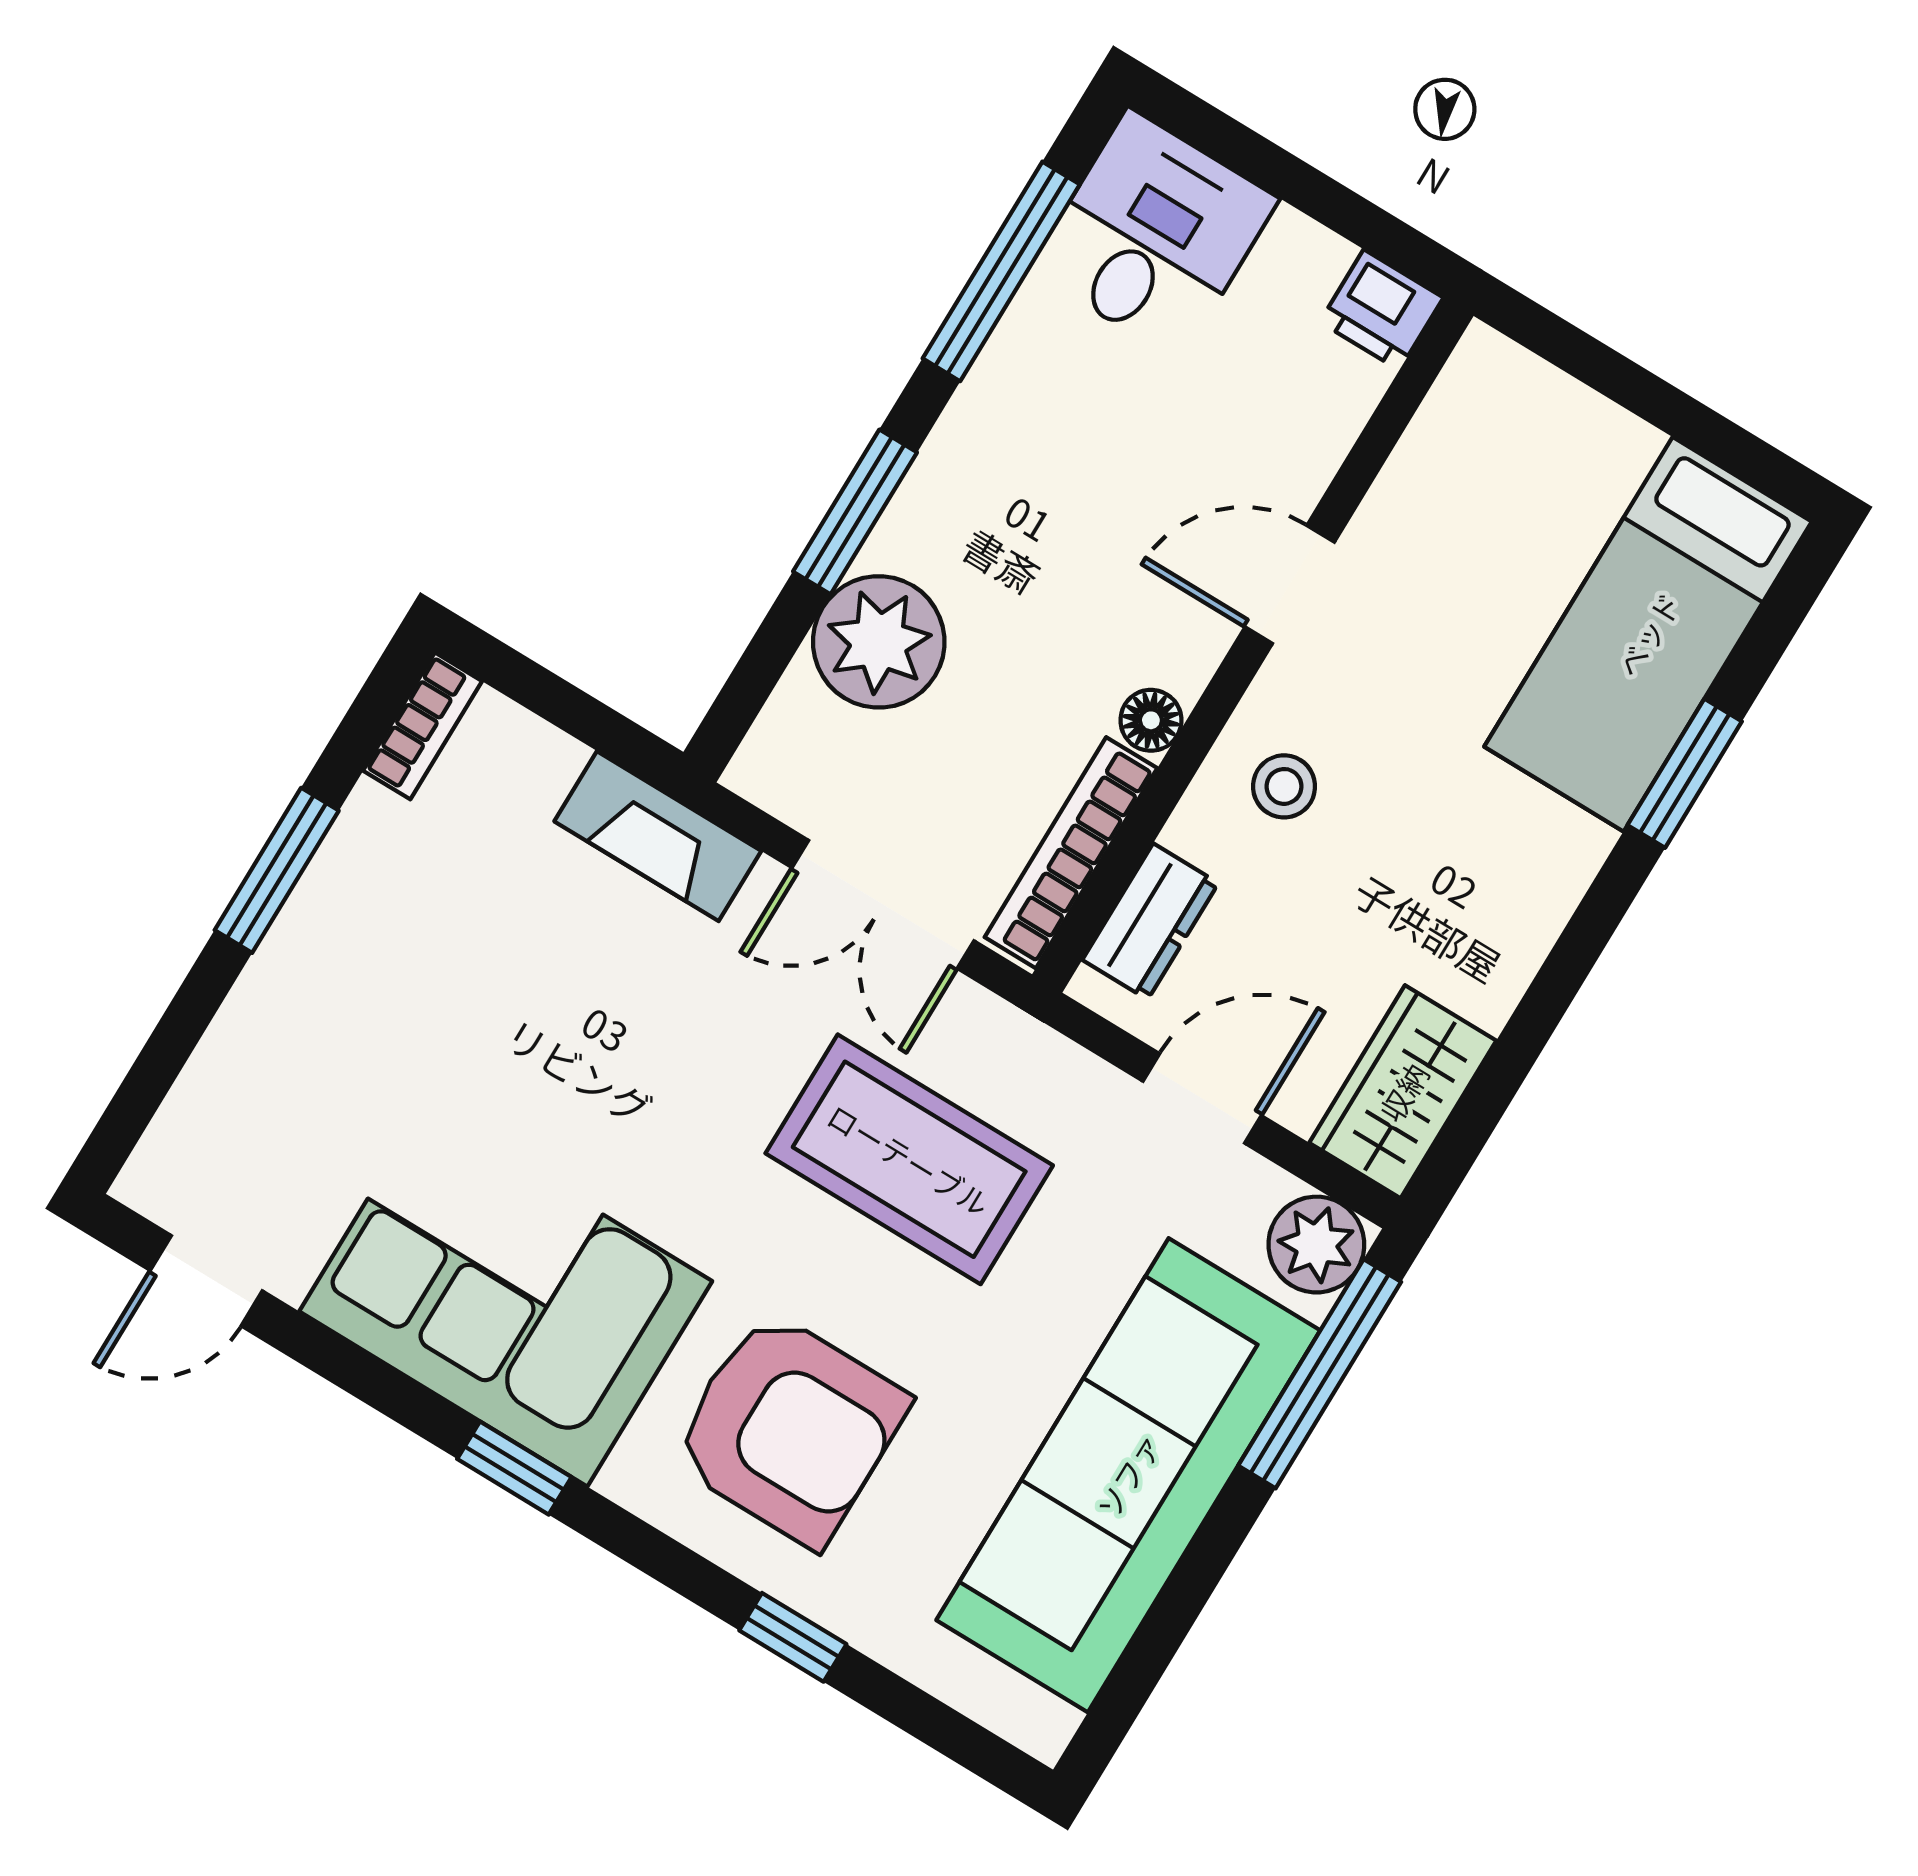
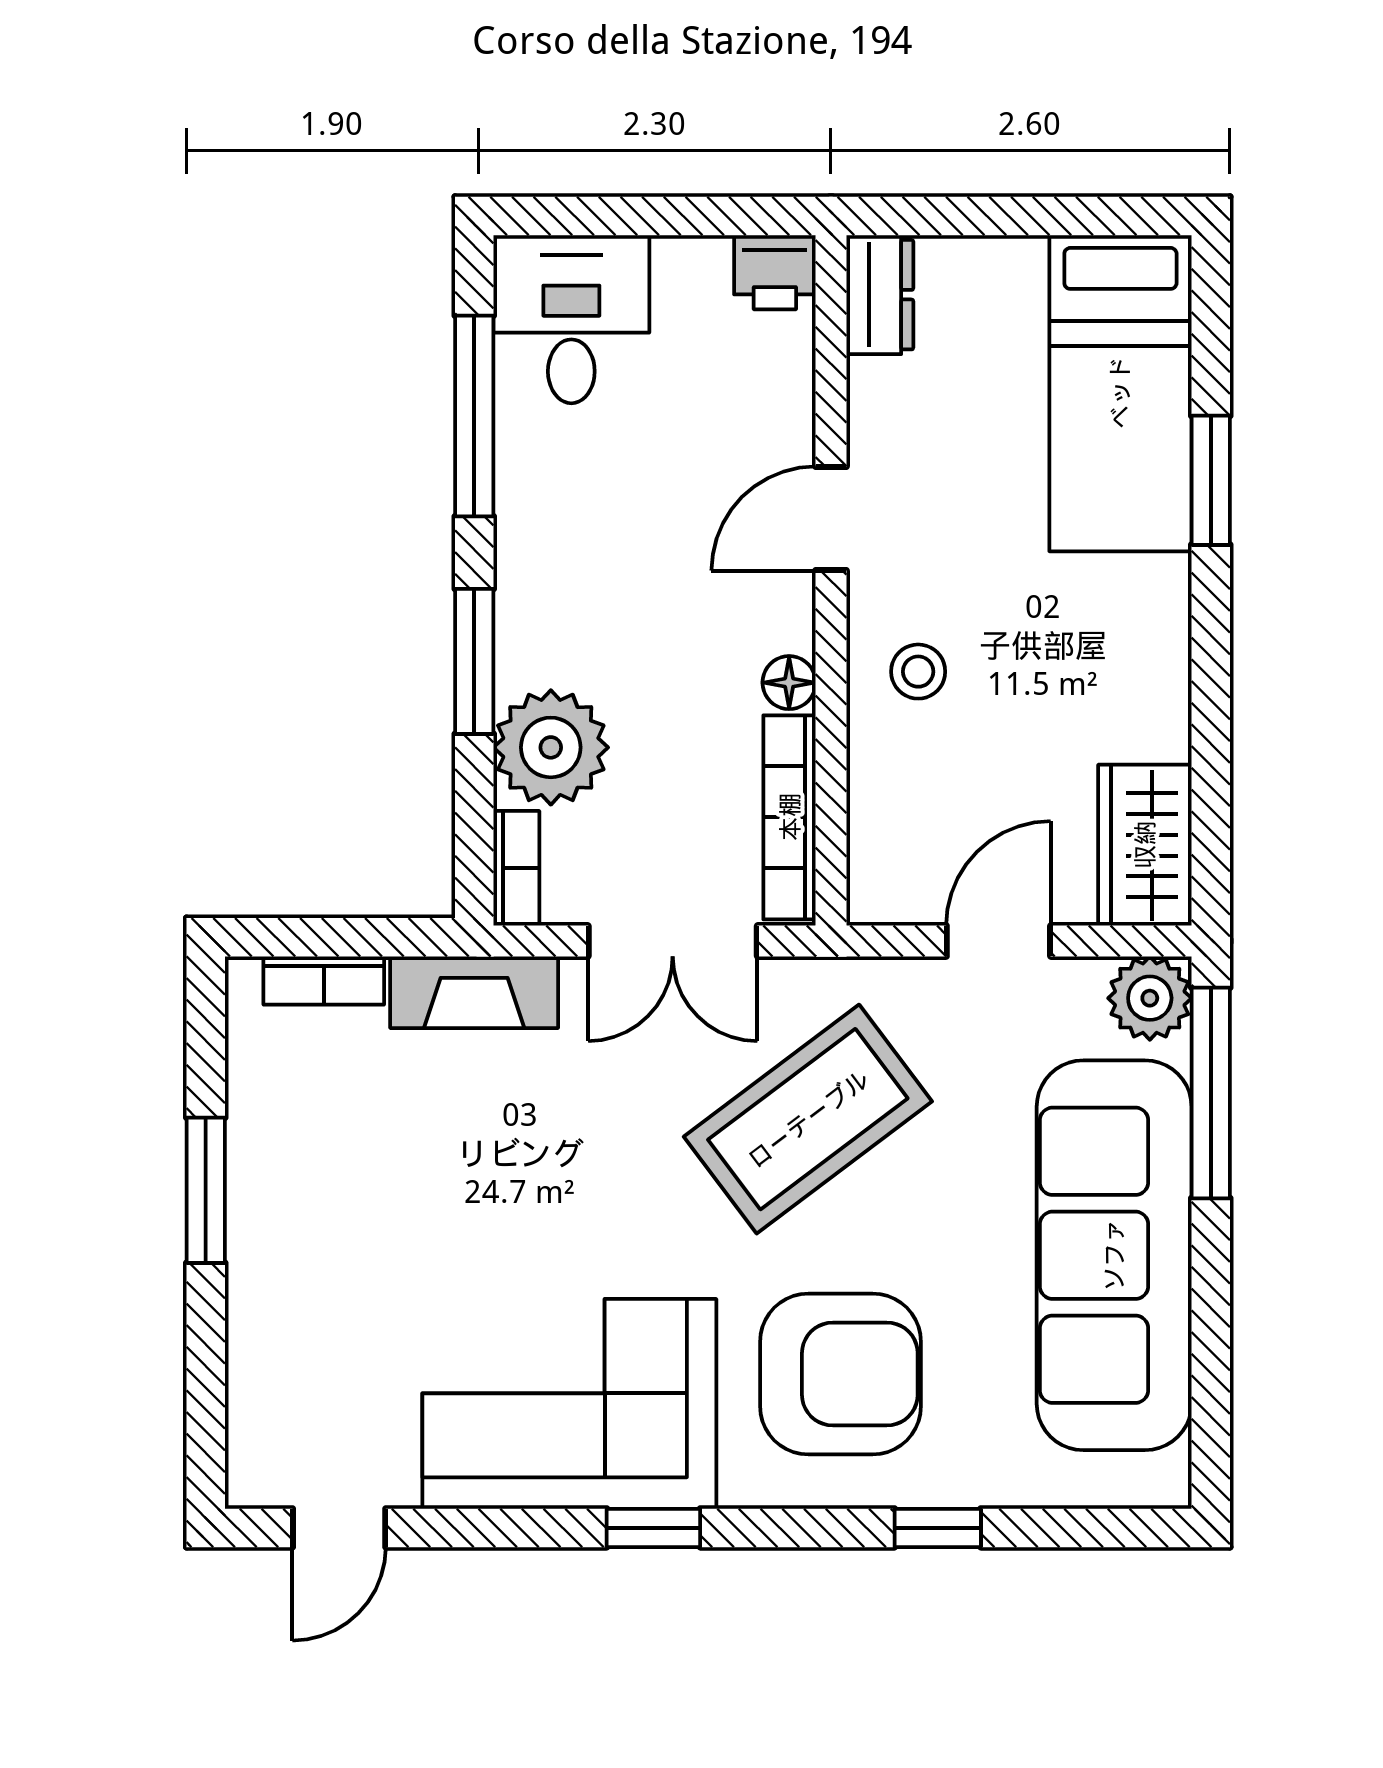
bookcase: (423, 726) -> (324, 980), moved, turned 90
bookcase: (773, 740) -> (516, 868), added
dresser: (1150, 921) -> (880, 295), moved
coffee table: (909, 1159) -> (808, 1119), turned -37

